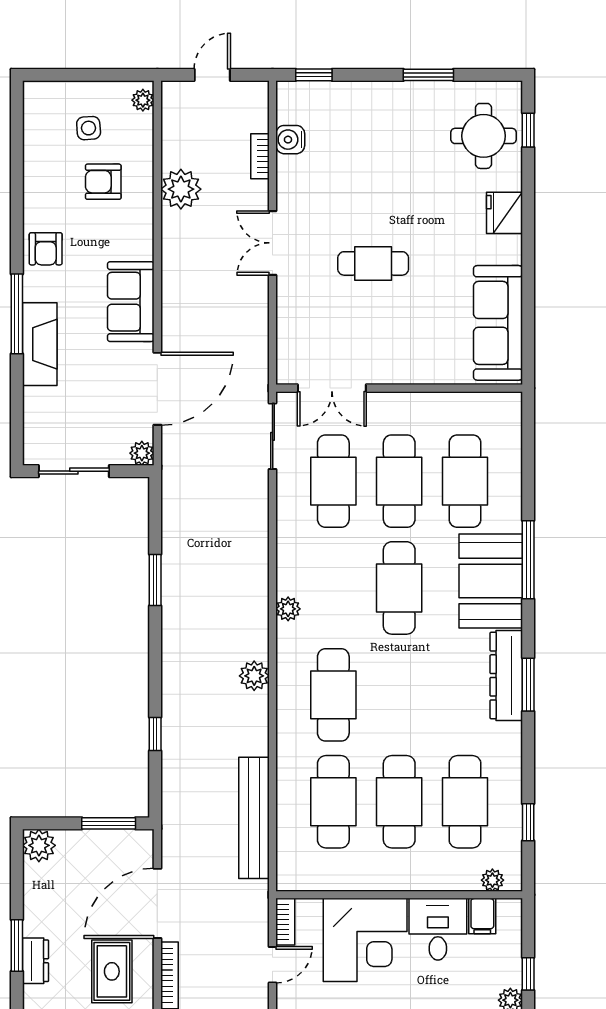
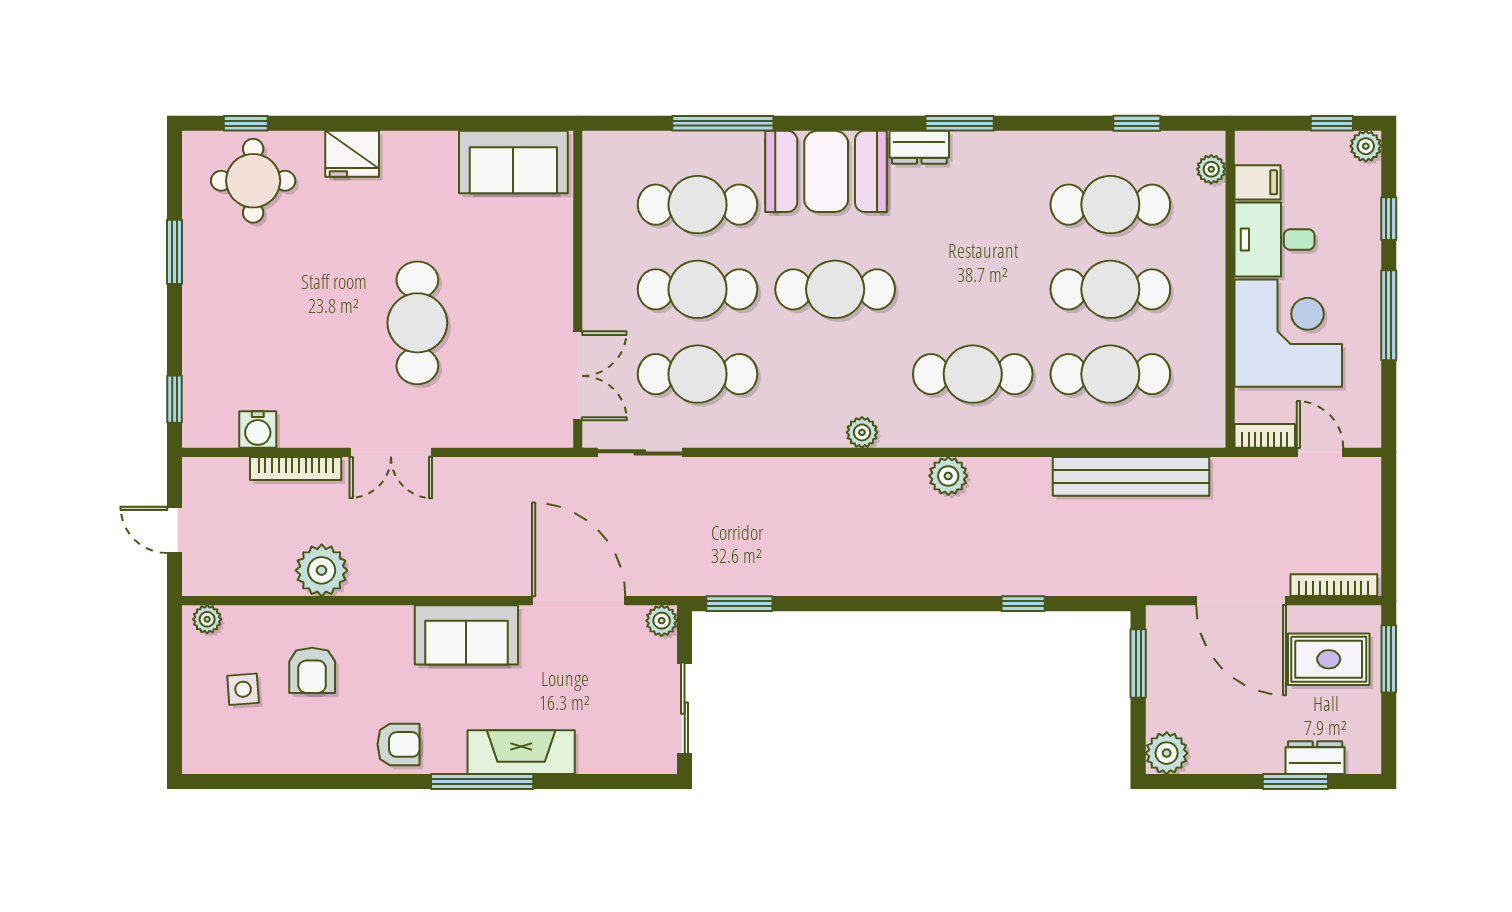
bookcase: (260, 156) -> (296, 468), width x1.56
cafe table: (373, 263) -> (417, 323), width x1.37, depth x1.35
sofa: (498, 323) -> (513, 162), width x0.73
window: (528, 560) -> (723, 123), moved
window: (155, 580) -> (739, 604), moved
dresser: (506, 675) -> (919, 147), width x0.51, depth x0.80

